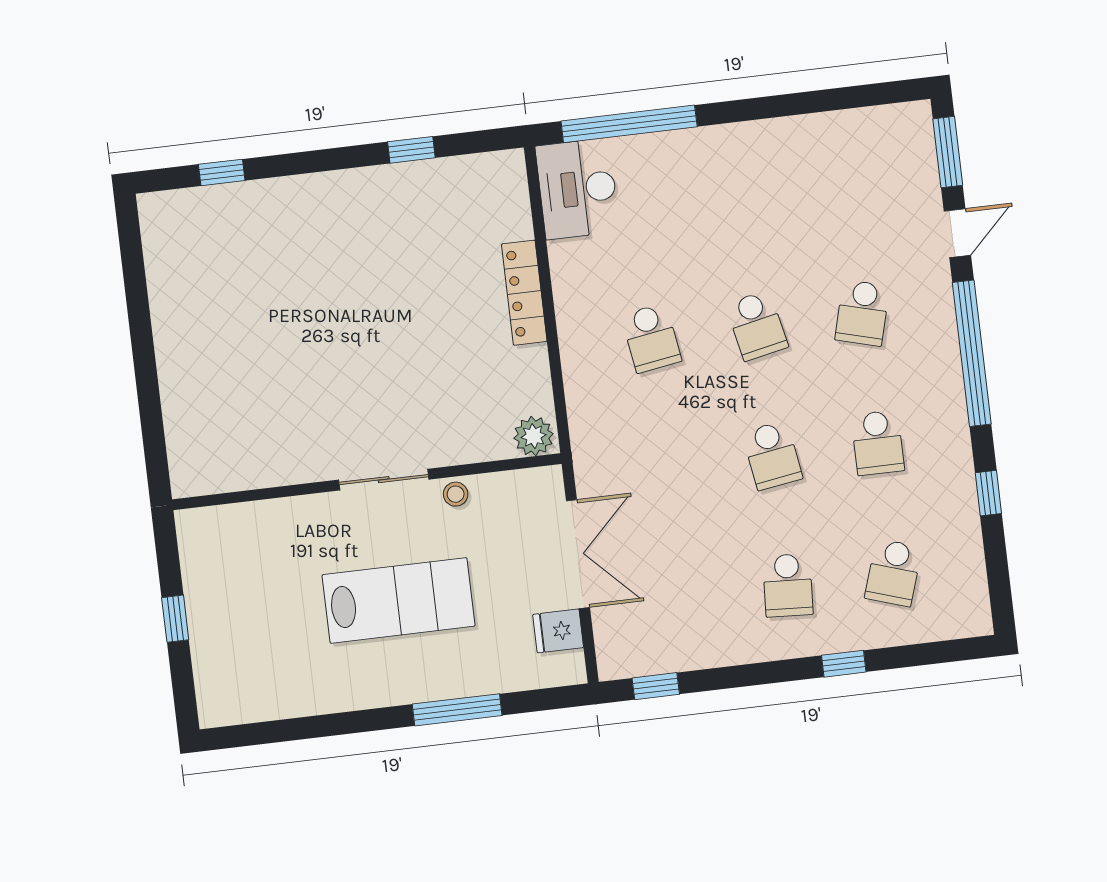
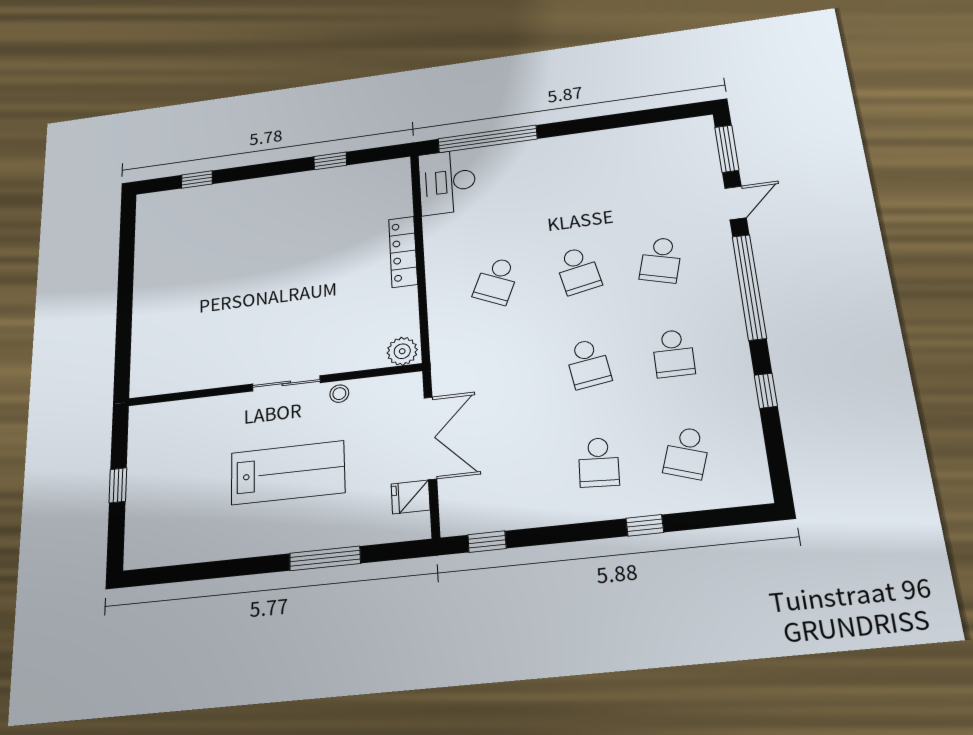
school desk: (651, 338) -> (496, 281), turned 33

